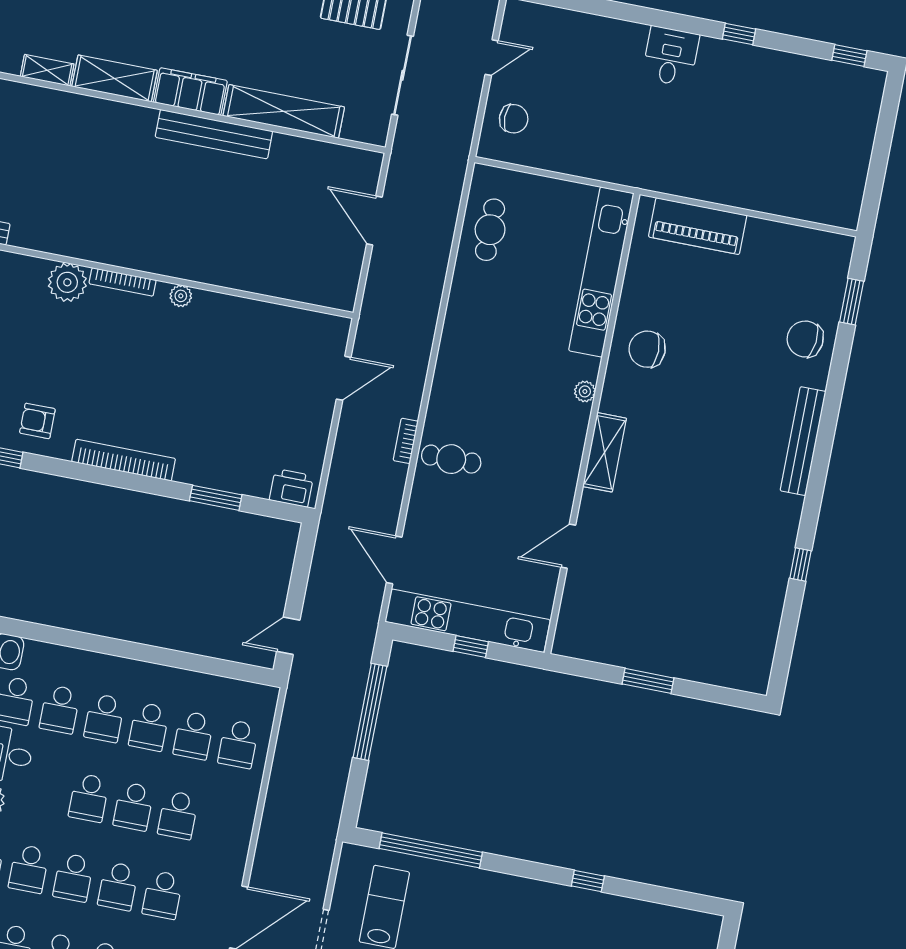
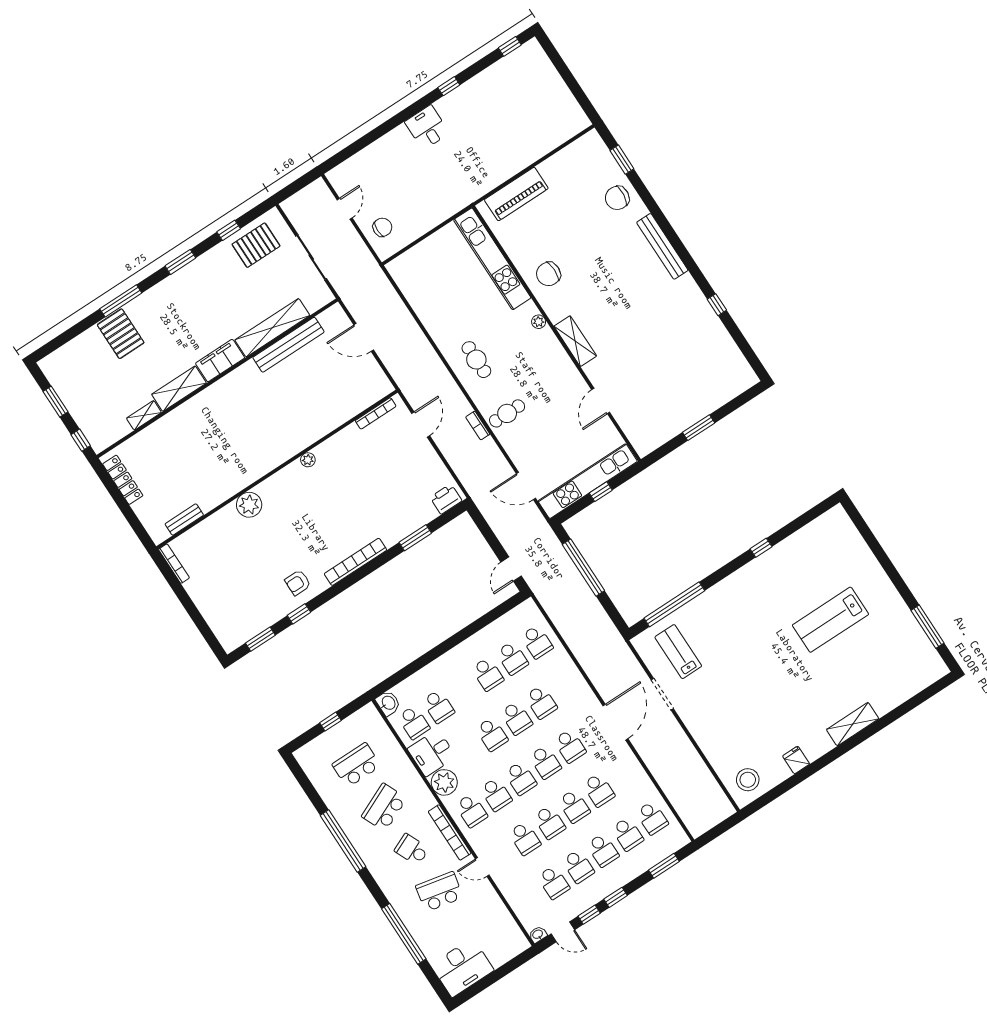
bench: (214, 134) -> (288, 345), moved
cafe table: (490, 230) -> (476, 360), moved
bookcase: (123, 282) -> (376, 413), moved
school desk: (104, 718) -> (463, 690), removed

